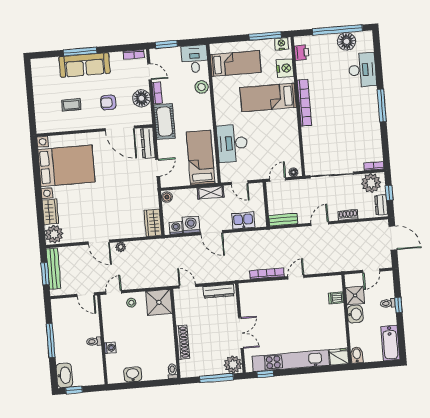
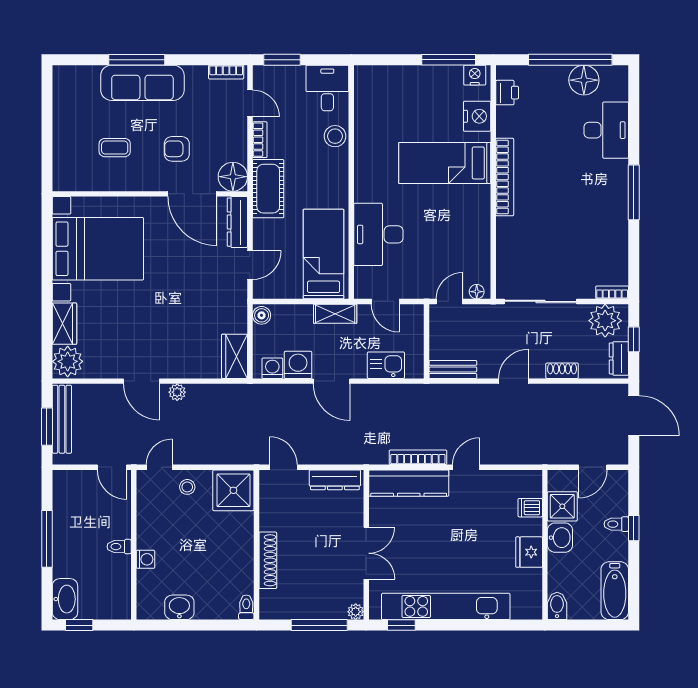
bed: (236, 63) -> (395, 101), removed
floor lamp: (141, 98) -> (233, 177), moved
kitchen counter: (263, 289) -> (409, 483), added
fridge: (339, 357) -> (529, 552), moved, turned -90
plant: (233, 364) -> (356, 612), width x0.53, depth x0.53

